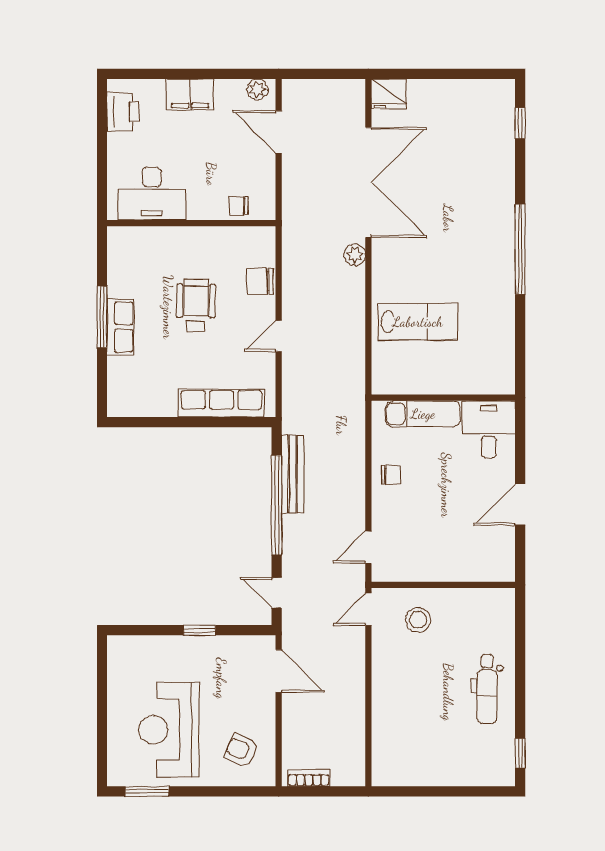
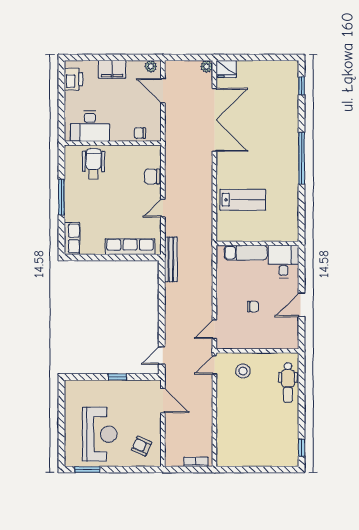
plant: (355, 255) -> (207, 66), moved
wheelchair: (196, 305) -> (93, 164), moved
row of seats: (120, 327) -> (72, 239), moved
bench: (293, 474) -> (171, 259), moved
chair: (391, 475) -> (253, 307), moved
window: (277, 505) -> (162, 305), removed
door: (277, 593) -> (162, 356), hinge flipped
dental chair: (487, 689) -> (288, 382), moved
reception desk: (169, 730) -> (100, 434), turned 180
bookcase: (309, 778) -> (196, 462), moved

